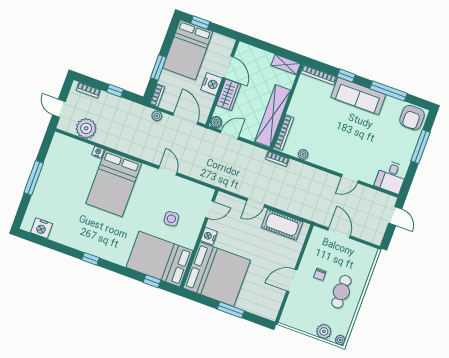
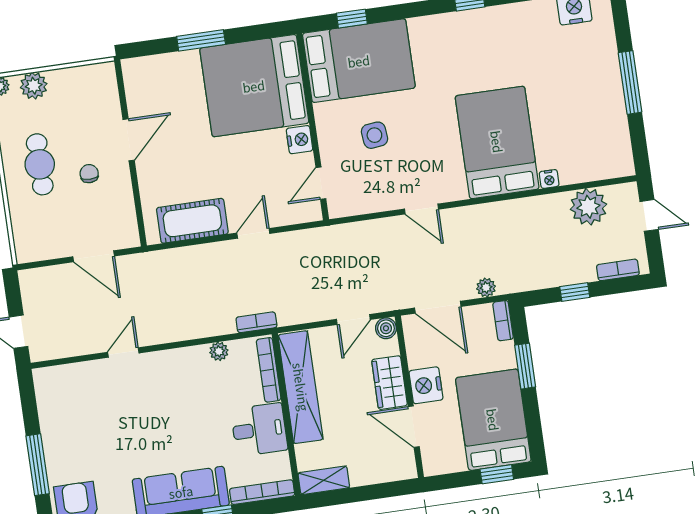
desk: (391, 177) -> (259, 430), moved, turned 90

